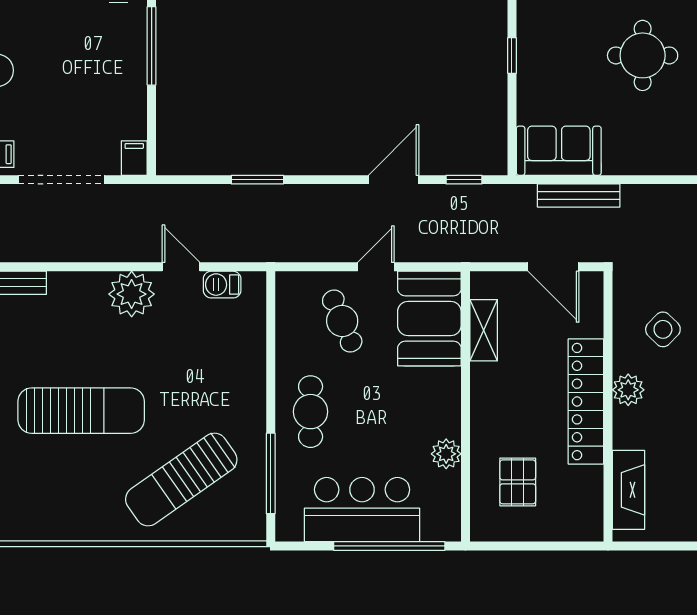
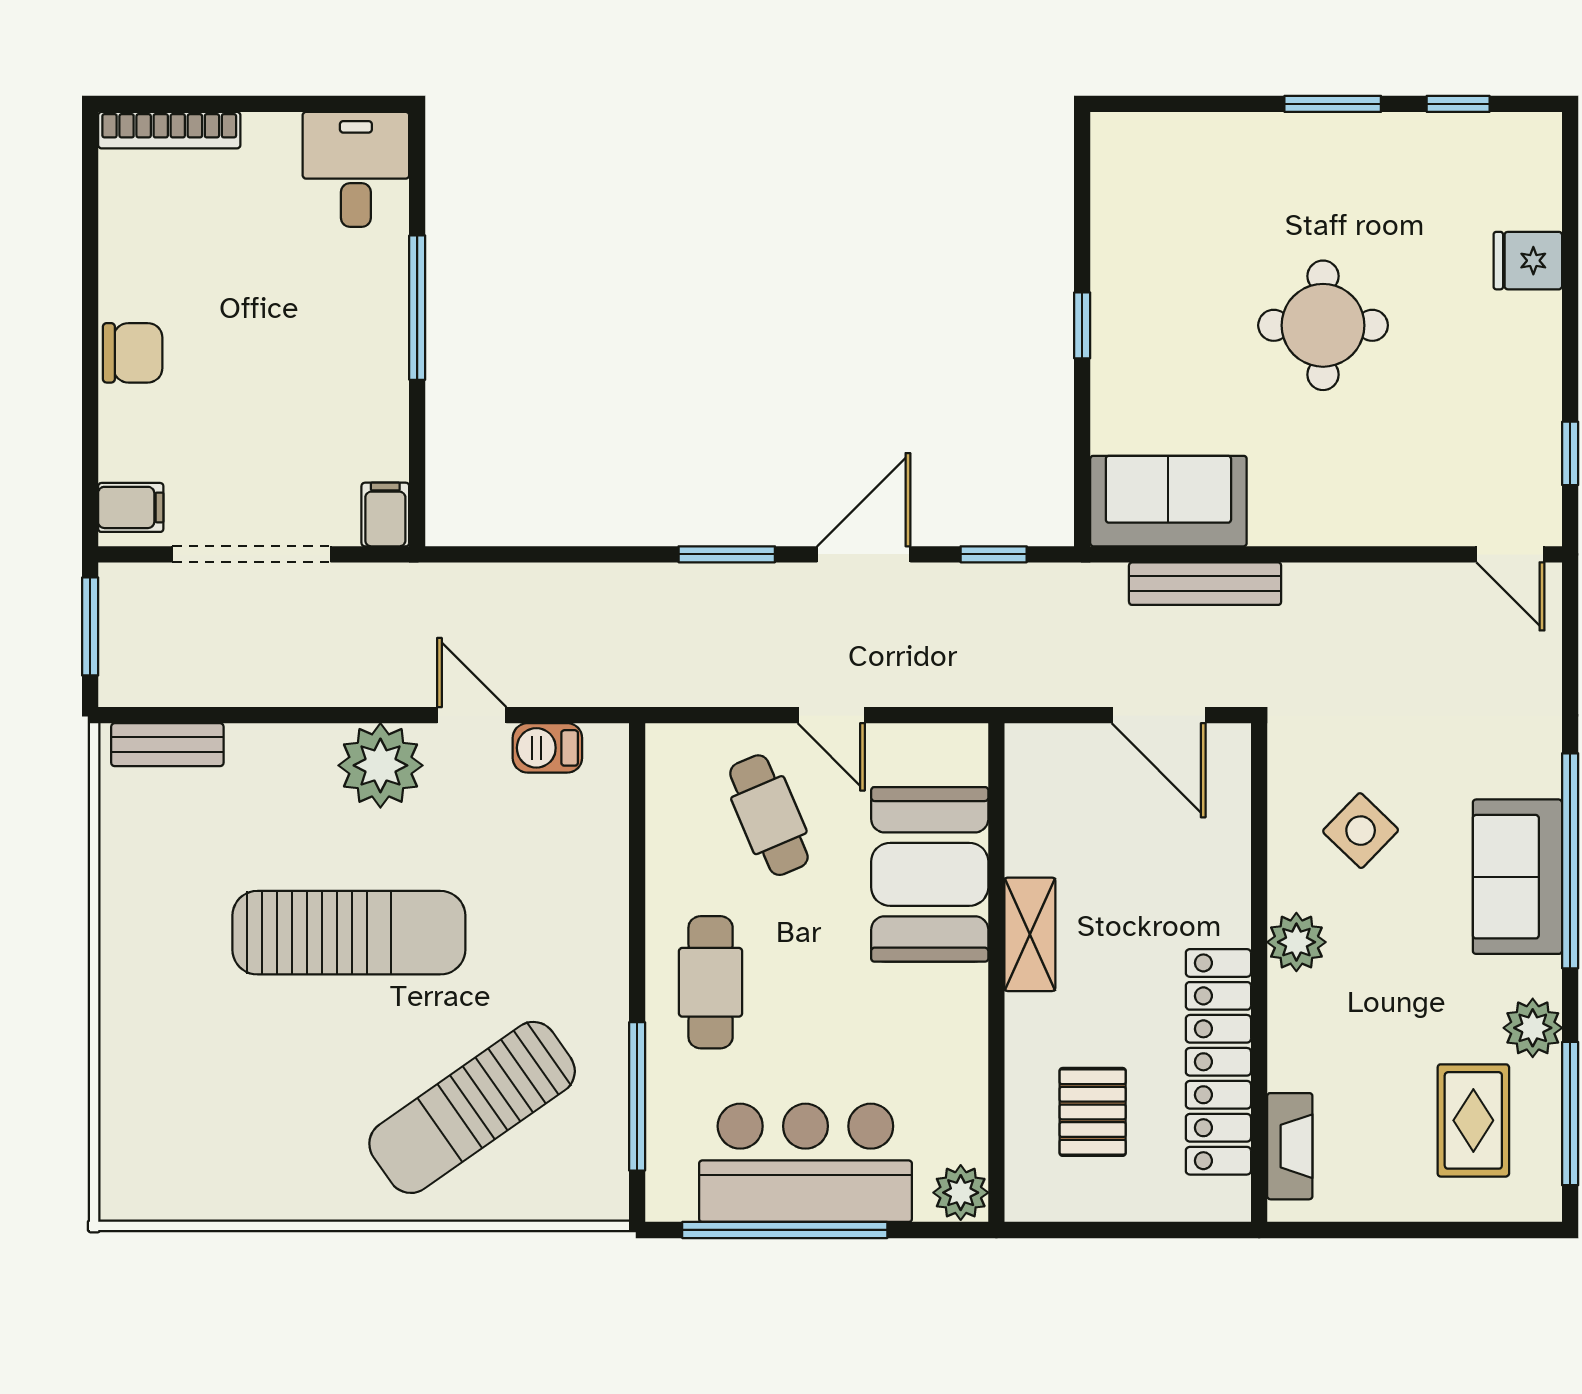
window: (257, 180) -> (727, 554), moved
door: (376, 267) -> (831, 715), swing flipped
booth: (429, 319) -> (930, 874), moved
shelving: (484, 330) -> (1030, 934), moved
locker: (586, 402) -> (1218, 1062), moved
sun lounger: (81, 411) -> (349, 933), moved
plant: (446, 454) -> (961, 1193), moved
fireplace: (628, 490) -> (1290, 1146), width x0.73, depth x0.76
window: (389, 546) -> (785, 1230), moved

